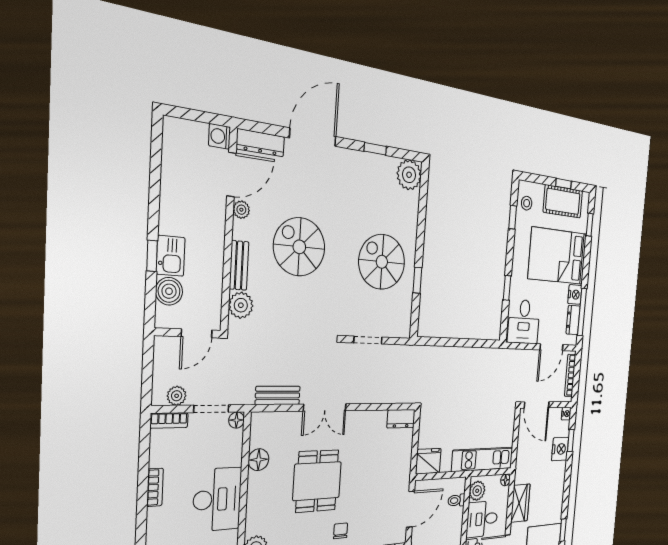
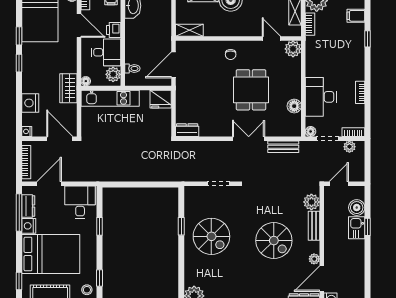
window: (571, 440) -> (19, 63), moved
desk: (217, 499) -> (321, 97), moved
wardrobe: (520, 503) -> (68, 88), moved

